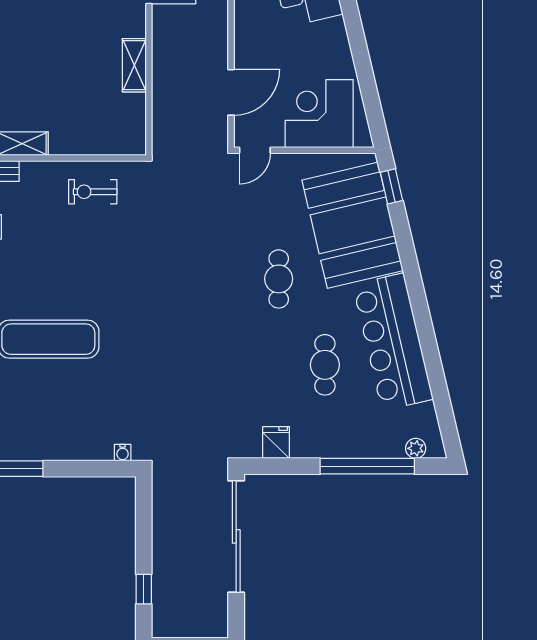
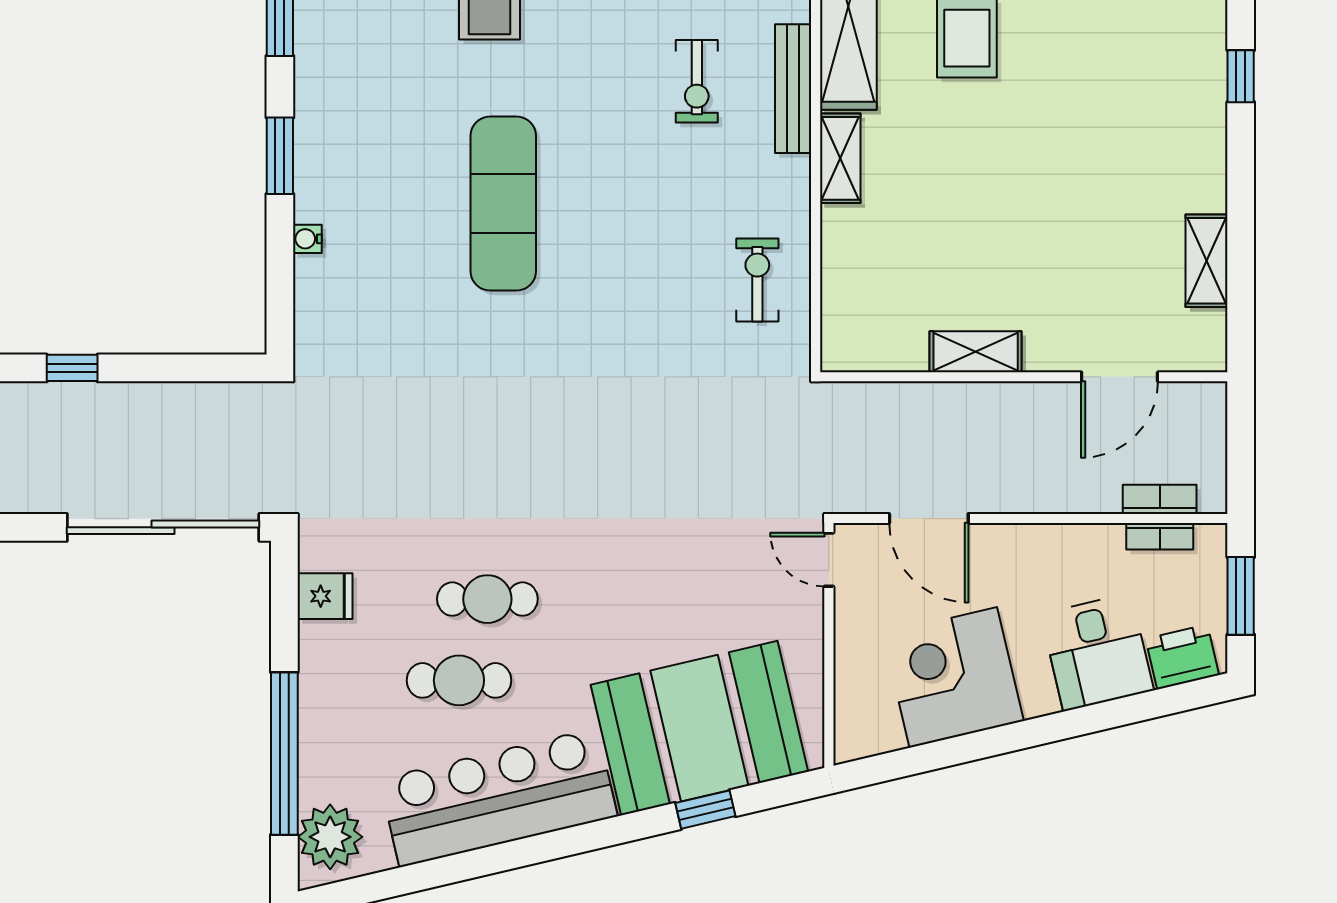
corner desk: (319, 114) -> (953, 677), moved, turned -103
window: (391, 186) -> (705, 810), moved
cafe table: (279, 279) -> (487, 599), moved
plant: (416, 448) -> (330, 837), width x1.88, depth x1.88
water cooler: (123, 453) -> (307, 239), moved

